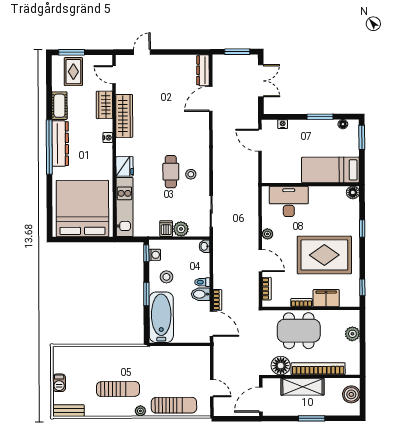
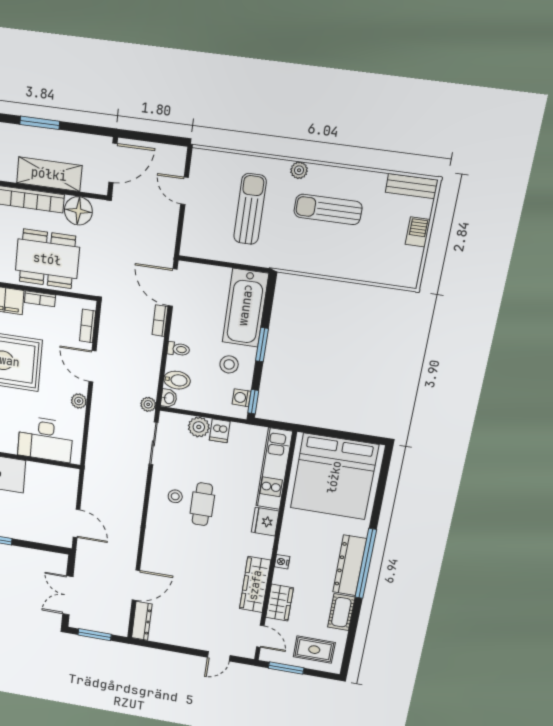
window: (72, 52) -> (286, 668), moved
rug: (73, 72) -> (314, 650), turned 90
nightstand: (283, 124) -> (45, 538), removed
plant: (218, 240) -> (148, 404), added
bidet: (201, 294) -> (177, 380), moved
sun lounger: (174, 405) -> (250, 209), moved, turned 90

